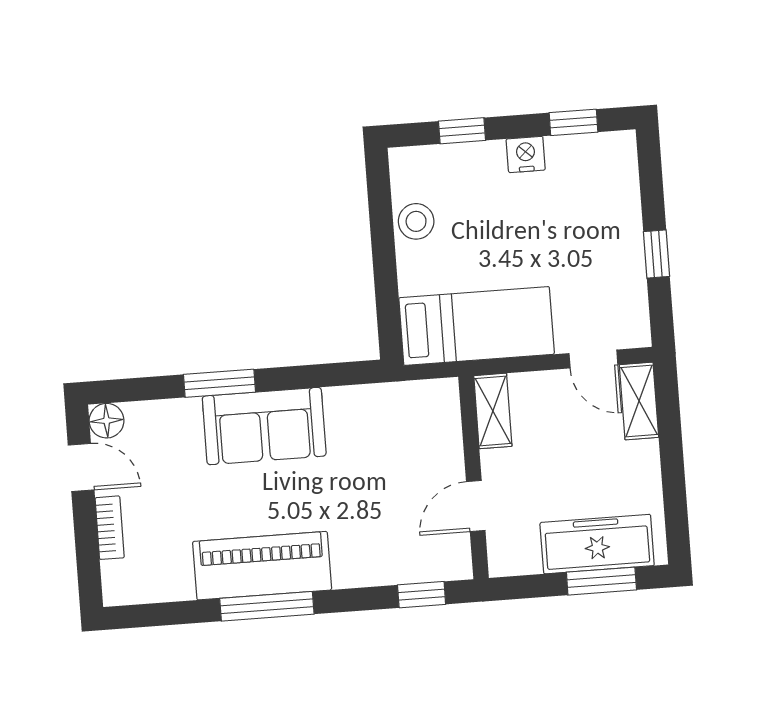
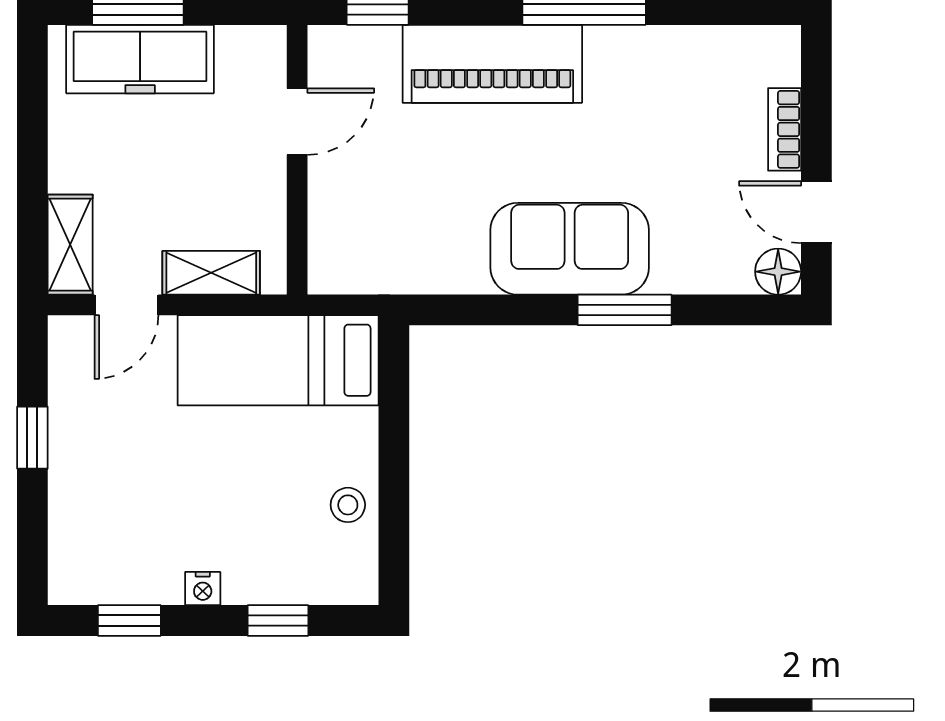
nightstand: (526, 154) -> (203, 589), width x0.72, depth x0.74
stool: (416, 221) -> (348, 505), width x0.73, depth x0.73
door: (593, 359) -> (126, 305), swing flipped
shelving: (493, 411) -> (211, 273), moved, turned 90
piano: (262, 566) -> (492, 64), moved

